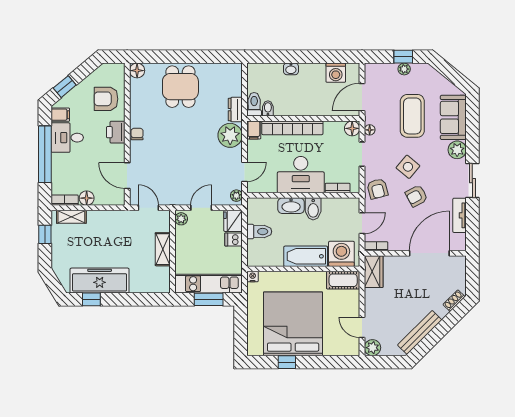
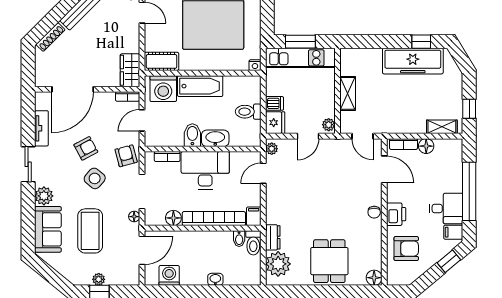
floor lamp: (352, 128) -> (173, 218), moved
plant: (230, 135) -> (278, 264), moved
doorway: (362, 154) -> (142, 192), width x1.38
bookcase: (65, 200) -> (403, 144), moved
shoe rack: (454, 301) -> (50, 37), width x1.43

